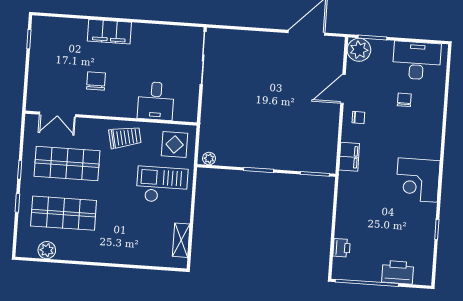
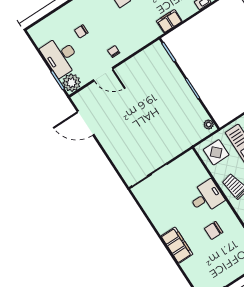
desk: (417, 61) -> (61, 56), moved
desk: (156, 101) -> (206, 197), moved
filing cabinet: (349, 157) -> (169, 21), moved

